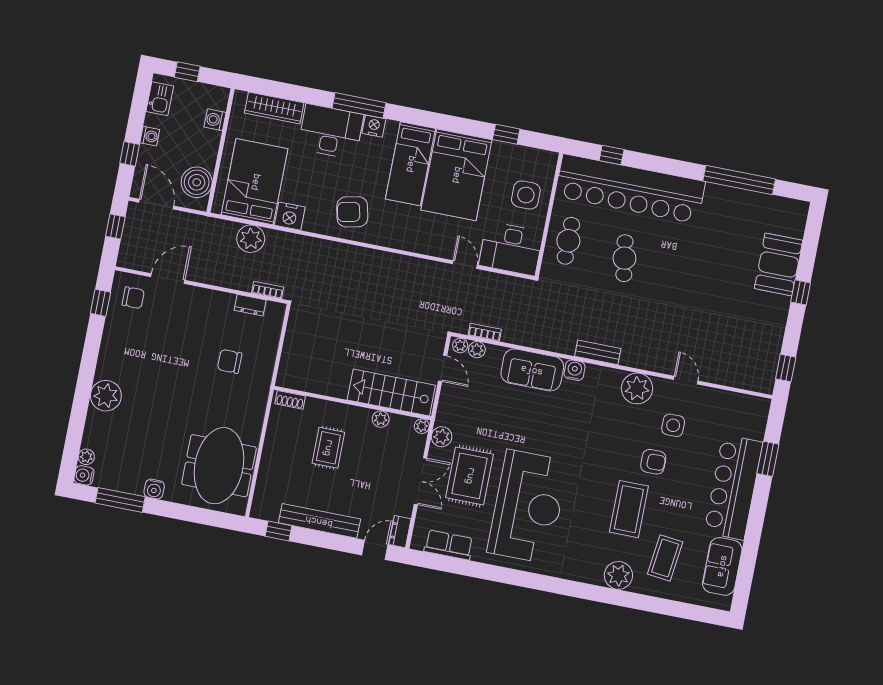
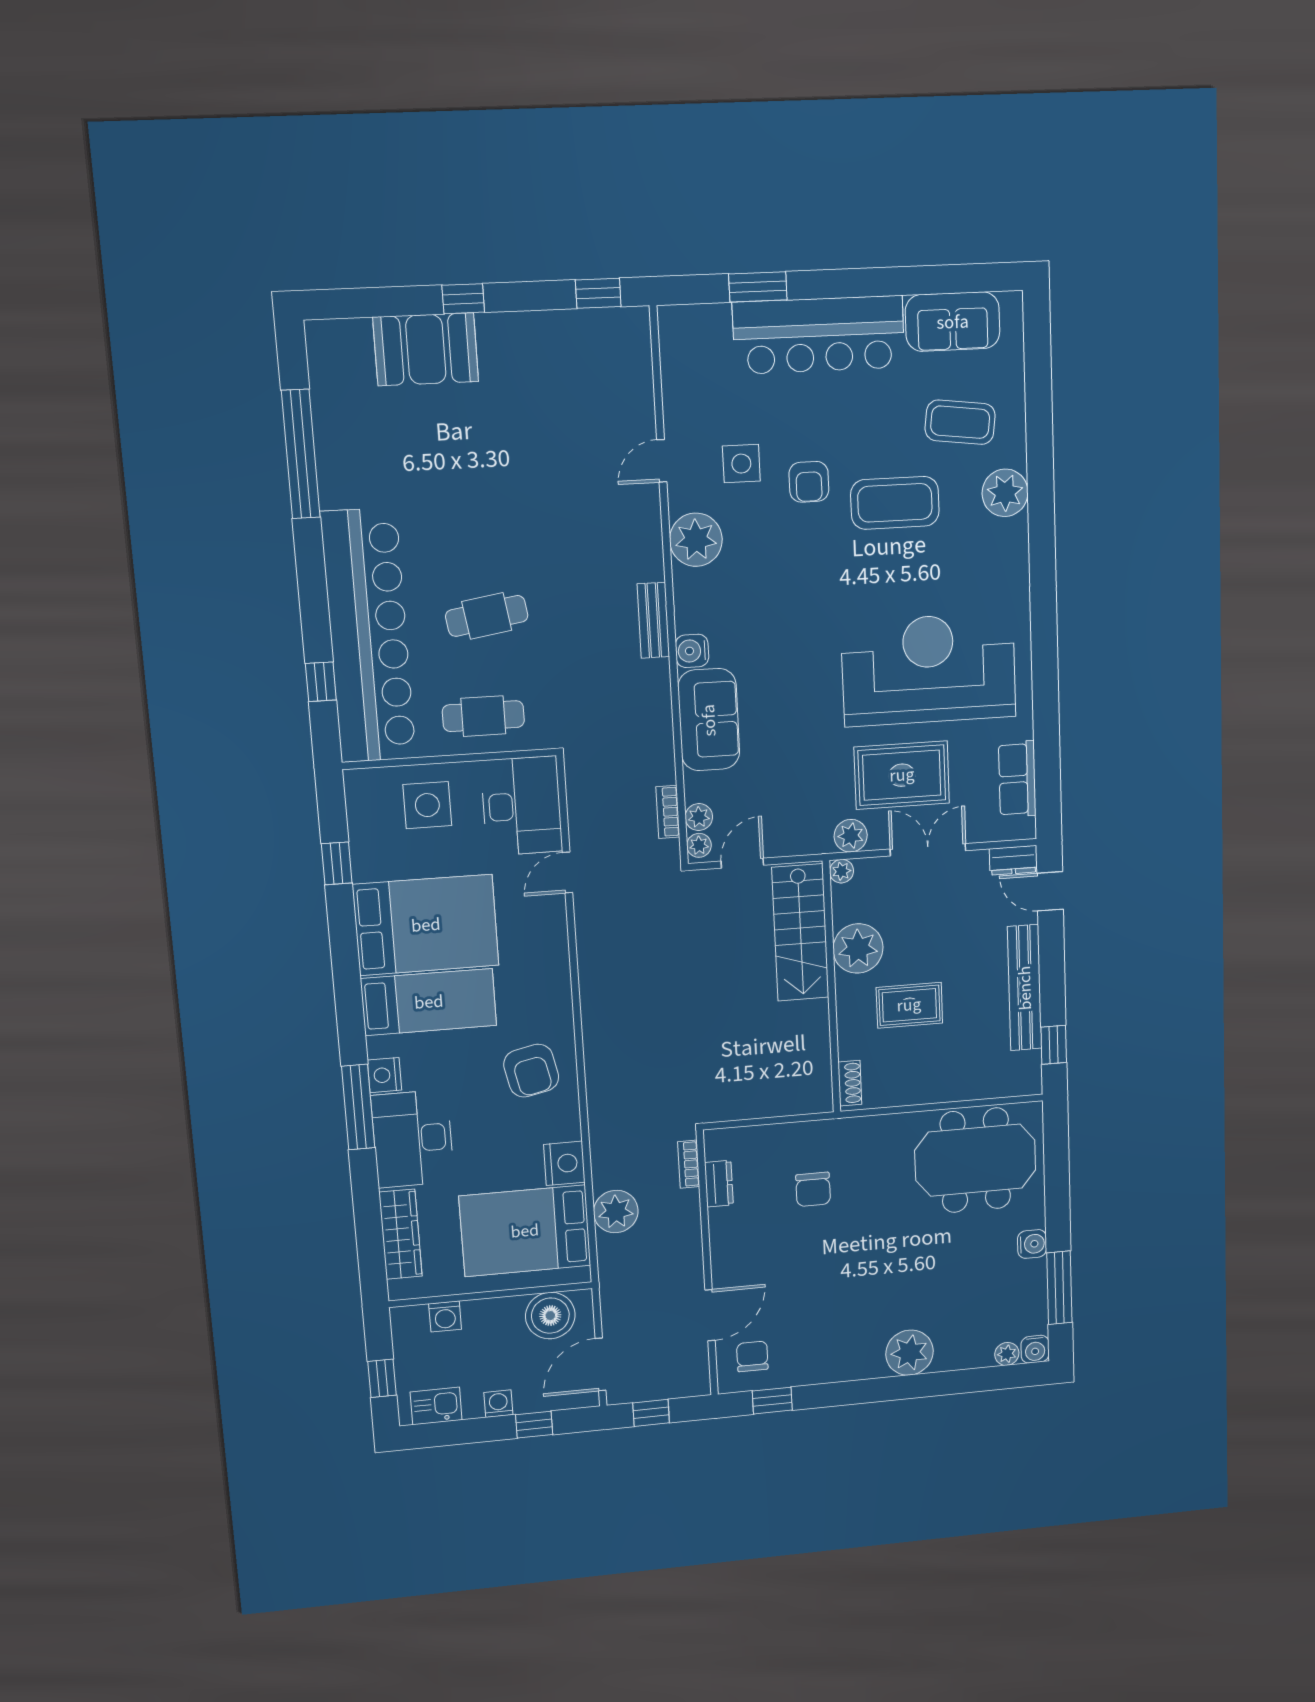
door: (168, 279) -> (710, 1315), swing flipped
plant: (381, 419) -> (858, 948), width x1.87, depth x1.87
armchair: (653, 462) -> (809, 482), turned 180

